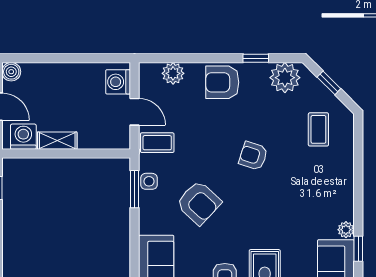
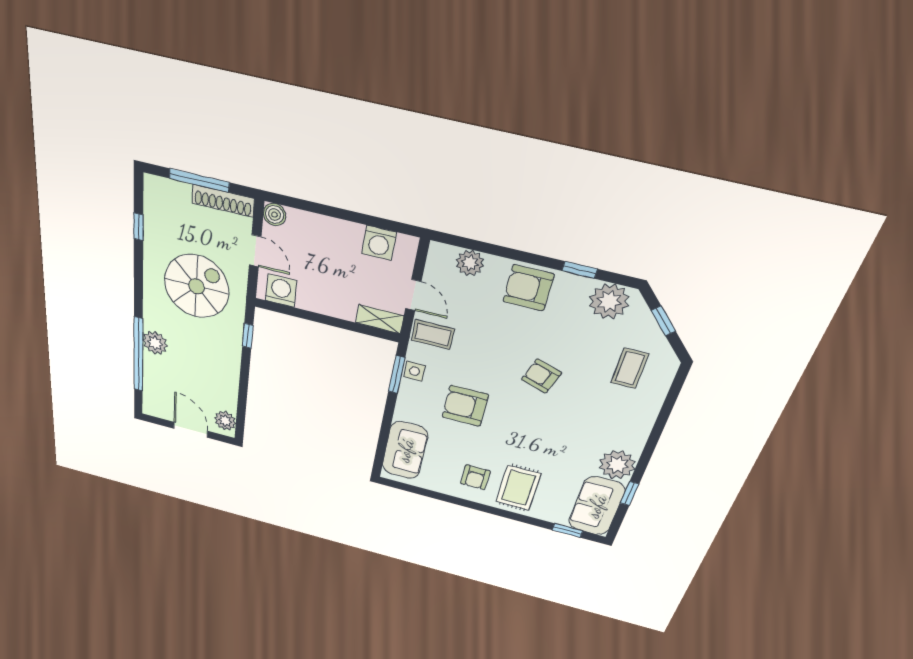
washing machine: (118, 82) -> (379, 243), moved, turned -90
shelving: (57, 141) -> (380, 319), moved
armchair: (199, 203) -> (465, 406), turned 137
plant: (346, 230) -> (617, 465), width x1.88, depth x1.88

